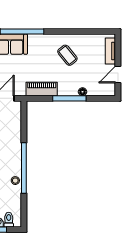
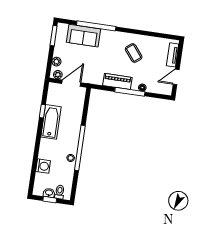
piano: (42, 89) -> (117, 81), moved

